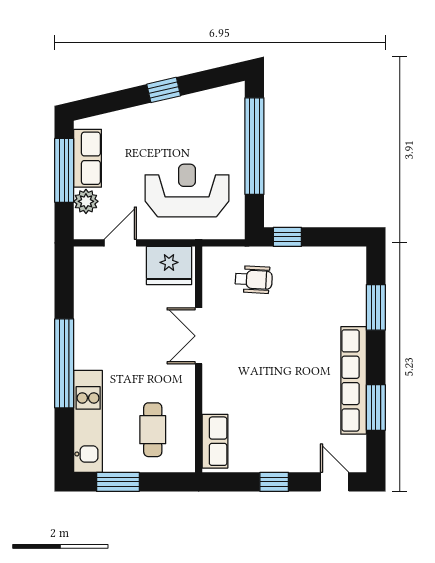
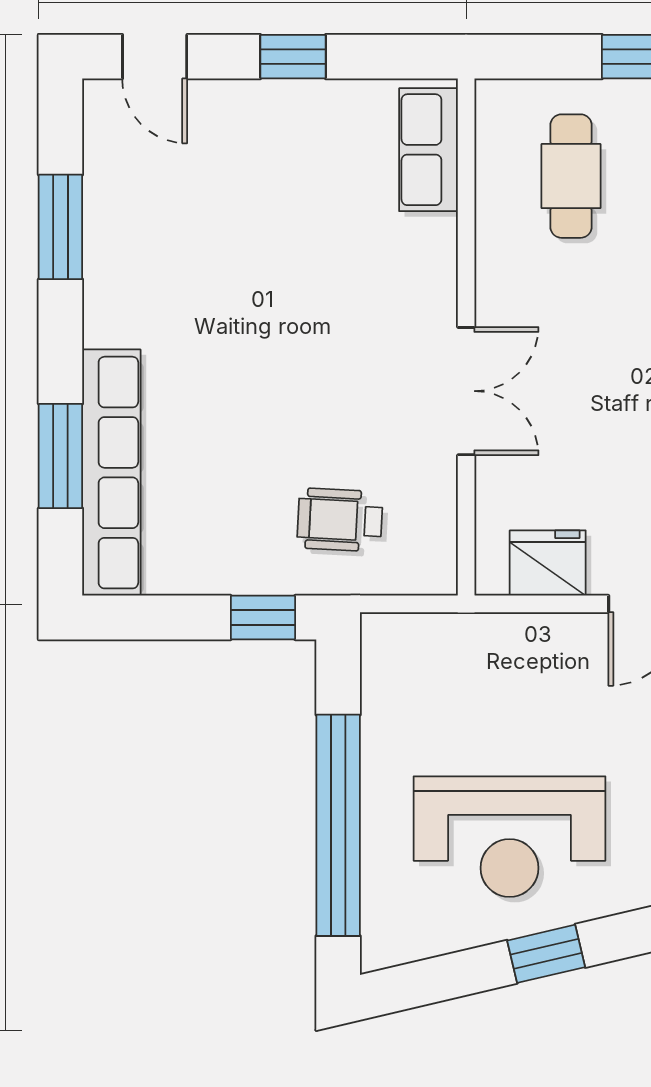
reception desk: (187, 191) -> (510, 837), moved
fridge: (169, 266) -> (548, 563), width x0.73, depth x0.75
row of seats: (354, 380) -> (111, 473), moved

